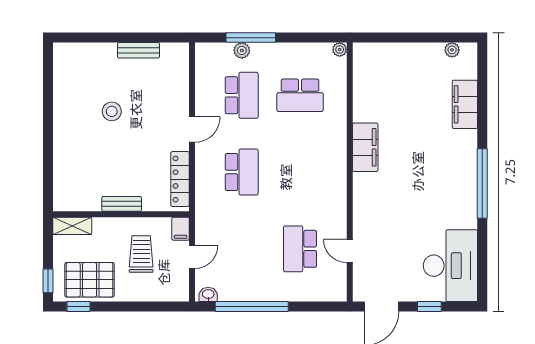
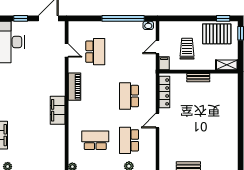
stool: (112, 111) -> (204, 131), removed
piano: (336, 188) -> (74, 87), added
trolley: (141, 254) -> (187, 49), turned 180

